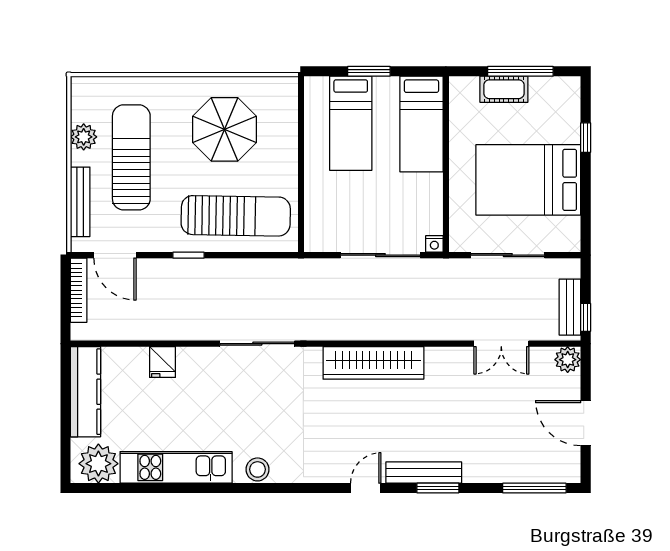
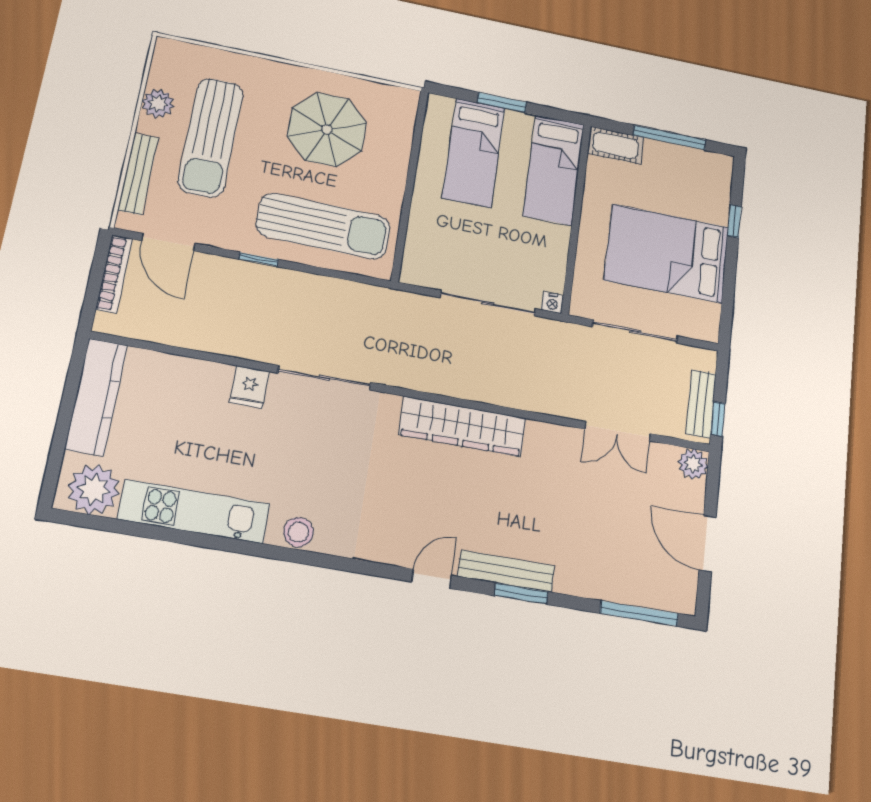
cot: (504, 89) -> (615, 145), moved
sun lounger: (131, 157) -> (211, 137), turned 180
fridge: (162, 362) -> (249, 387), moved

